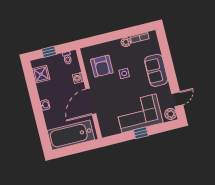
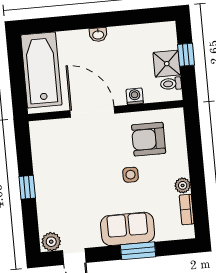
window: (168, 62) -> (138, 251), added
shower: (41, 74) -> (167, 64), moved
corner sofa: (139, 113) -> (60, 189), removed

